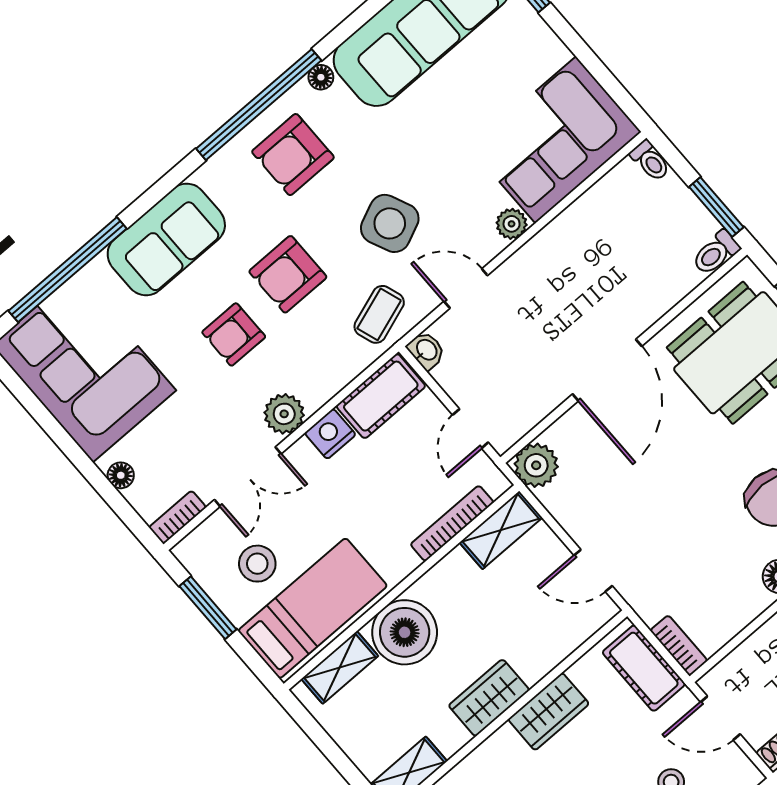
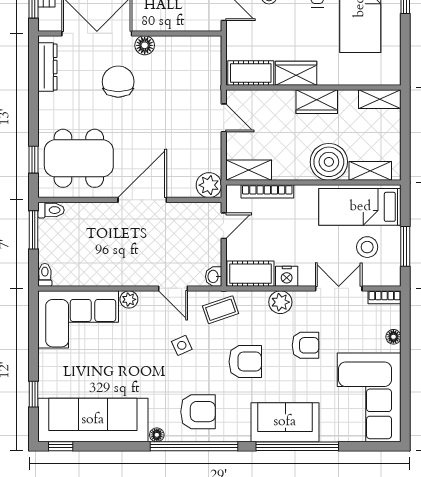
side table: (390, 223) -> (182, 345), width x0.54, depth x0.54
window: (67, 270) -> (297, 446), moved
armchair: (234, 334) -> (306, 345), moved
plant: (284, 414) -> (280, 302), moved
bookcase: (679, 646) -> (215, 53), removed
cot: (644, 668) -> (251, 73), moved, turned 90

